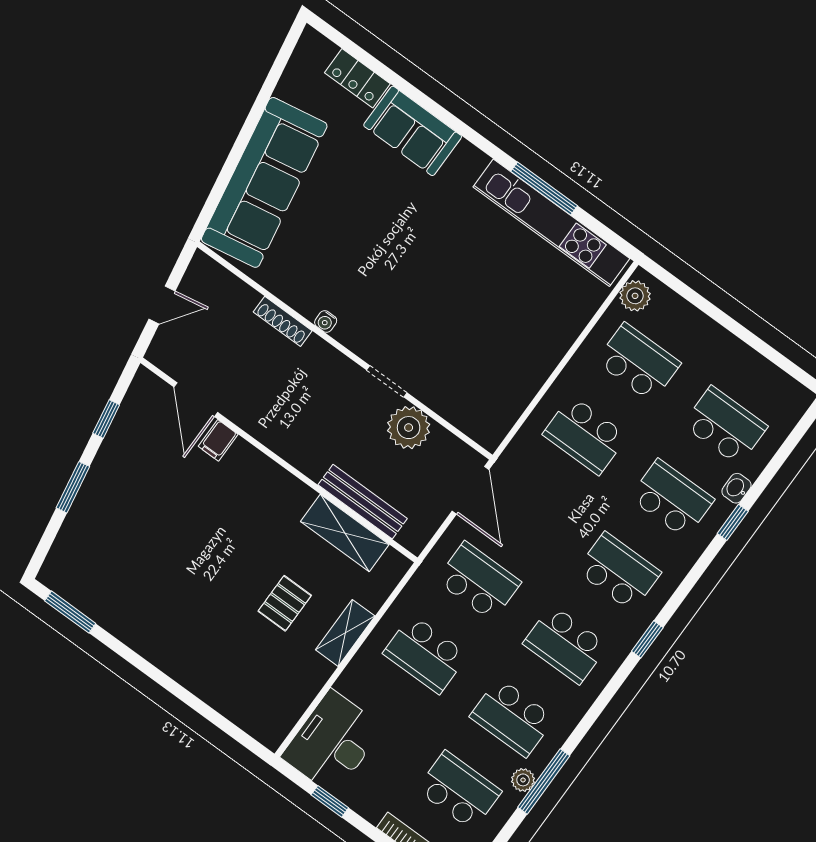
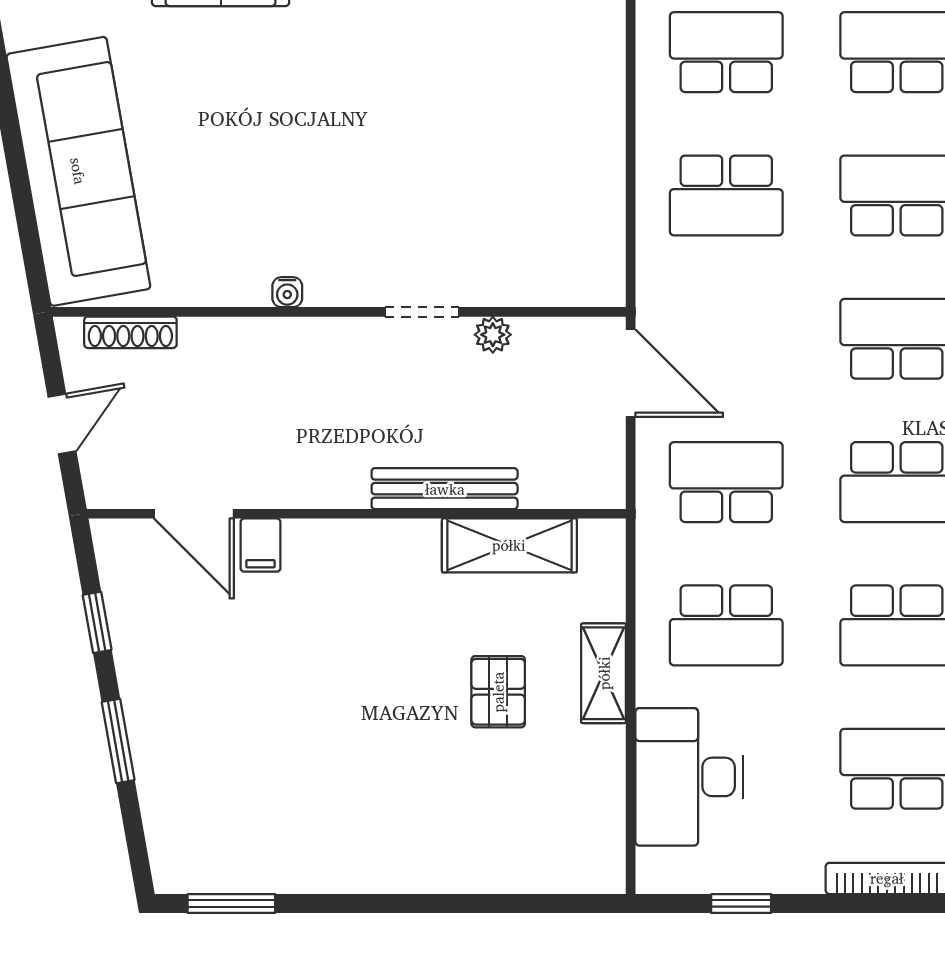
shoe rack: (283, 321) -> (130, 332), moved
plant: (409, 428) -> (493, 335), width x0.53, depth x0.53
bench: (363, 502) -> (445, 489), moved
desk: (332, 742) -> (689, 777), moved

